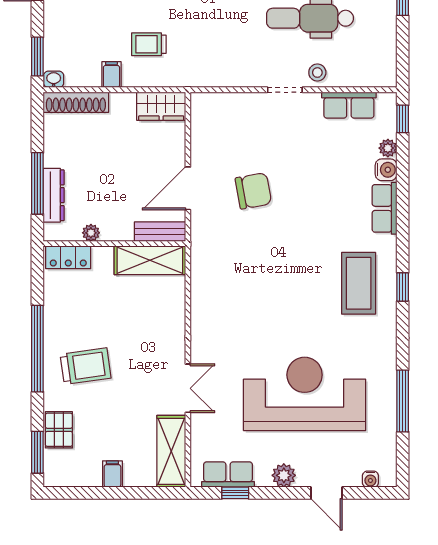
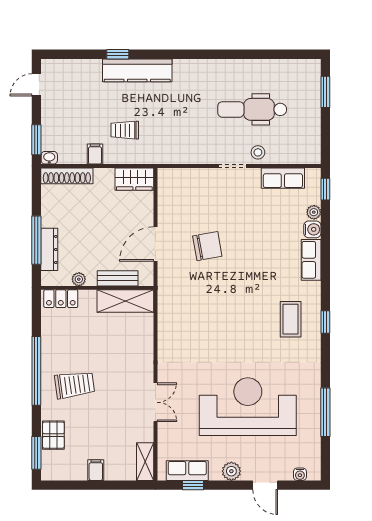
bench: (160, 232) -> (118, 278), moved
coffee table: (359, 283) -> (291, 319), width x0.73, depth x0.76
shelving: (171, 451) -> (145, 462), width x0.67, depth x0.75

